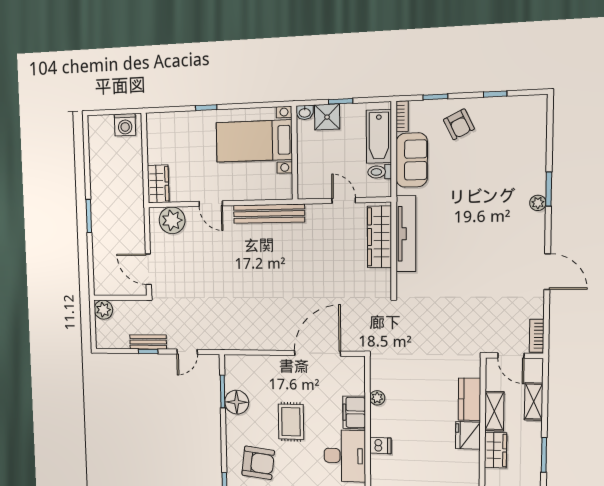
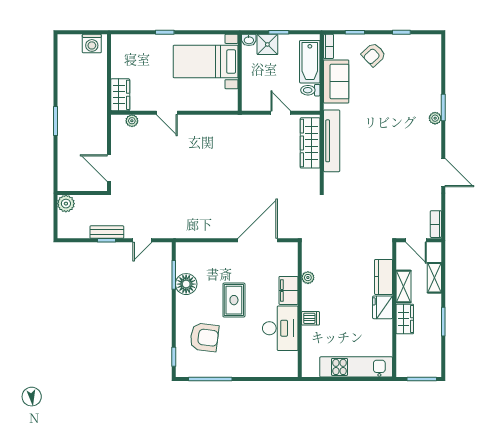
armchair: (459, 124) -> (374, 55), turned 73
bench: (269, 214) -> (217, 122), removed
plant: (172, 220) -> (132, 121), width x0.53, depth x0.53

